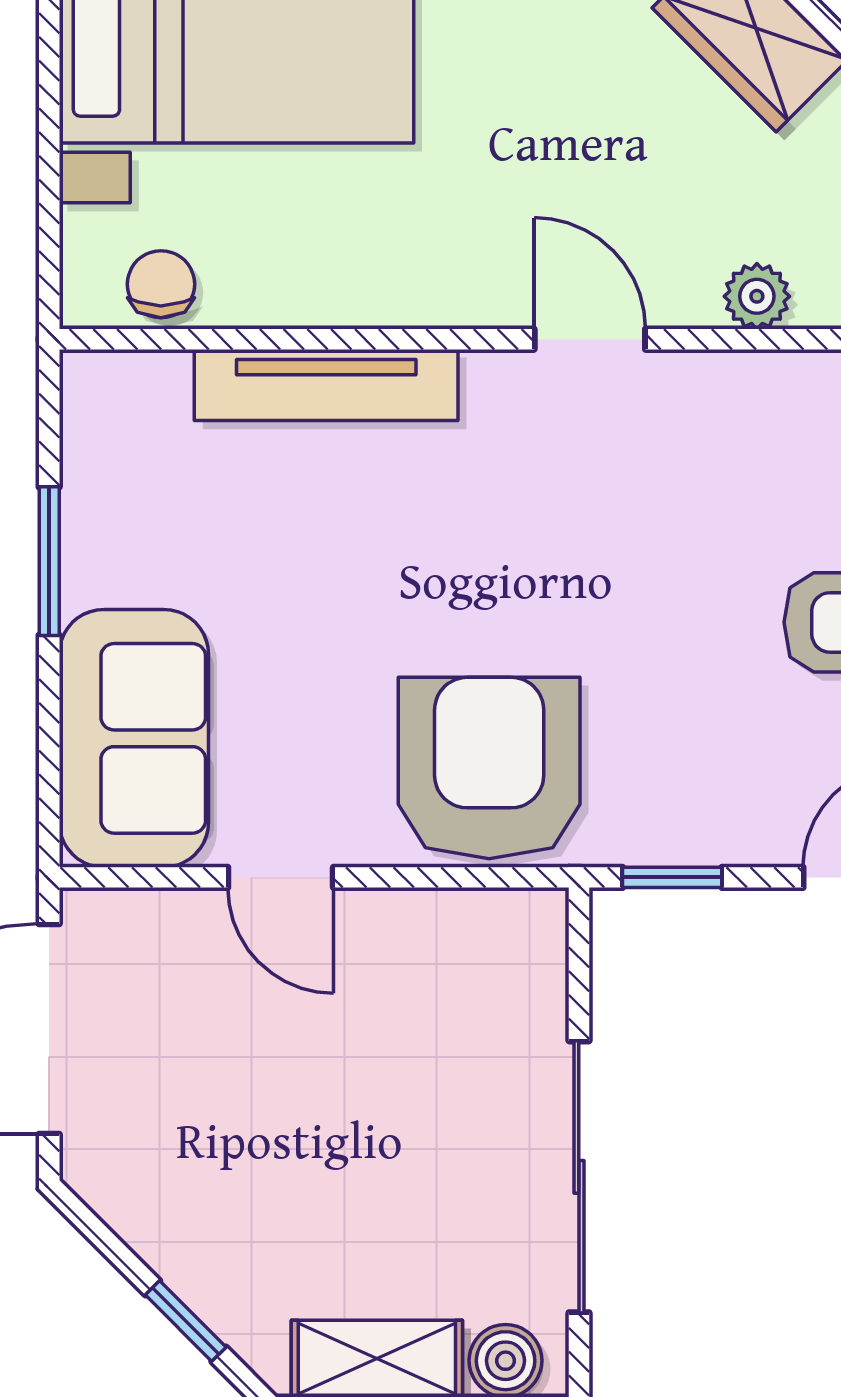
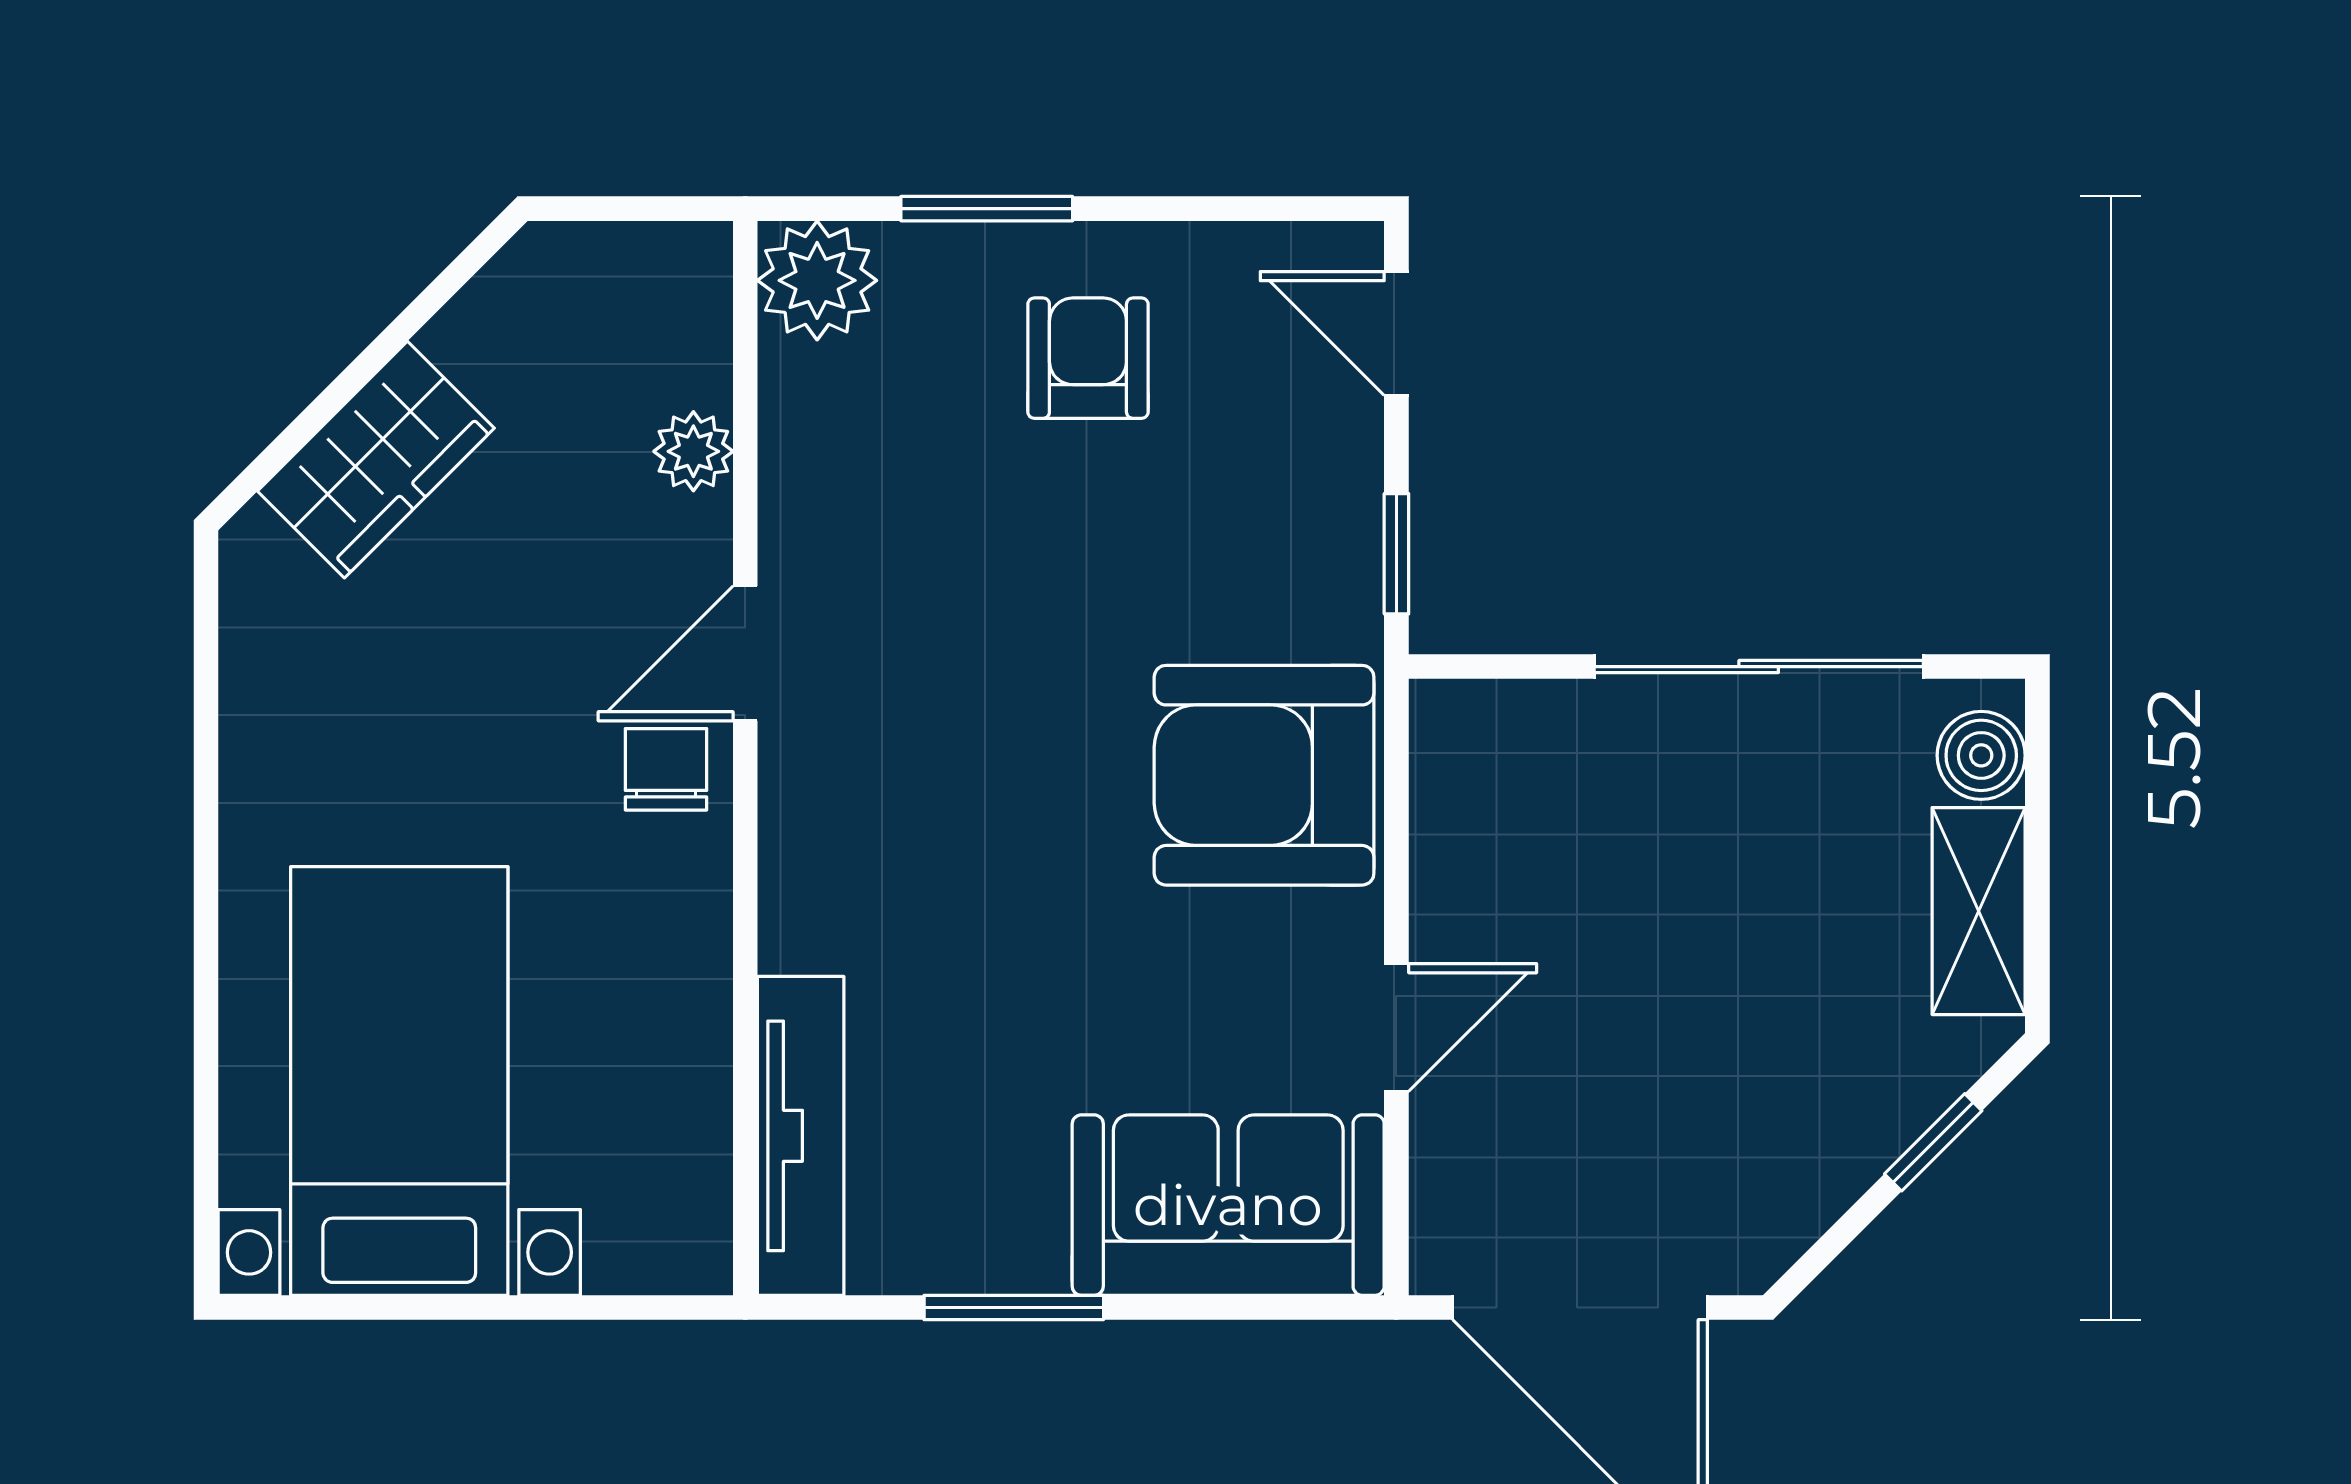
chair: (161, 284) -> (666, 769), moved, turned 90
tv unit: (326, 385) -> (801, 1136), moved

